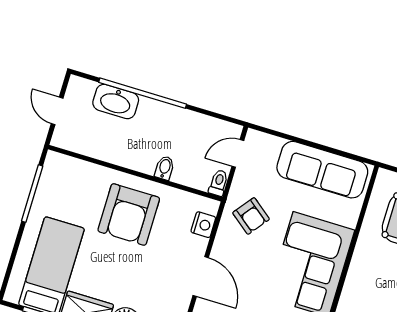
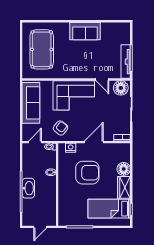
washbasin: (116, 101) -> (28, 188), moved
door: (238, 153) -> (35, 142), swing flipped
armchair: (129, 214) -> (87, 173), moved

